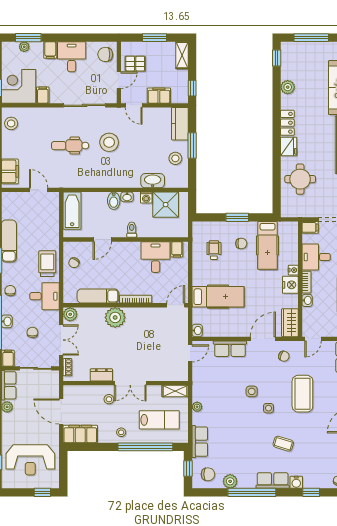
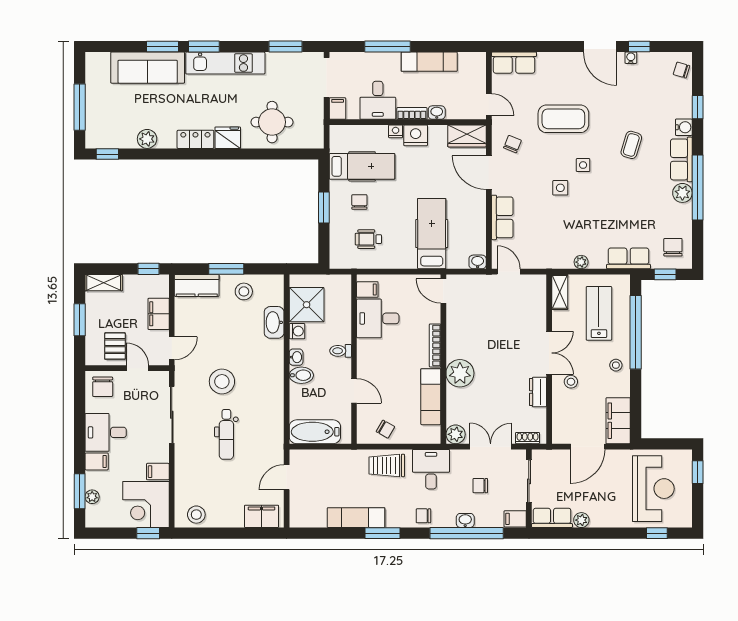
plant: (230, 481) -> (682, 193), moved

